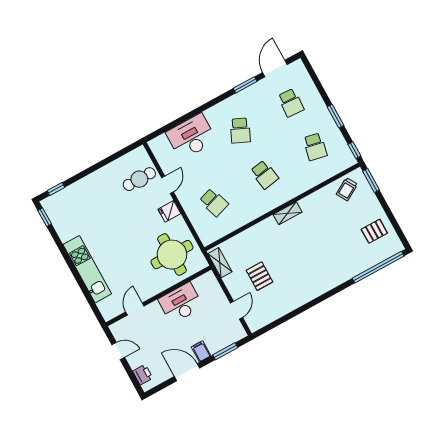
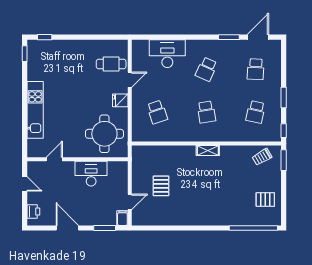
shelving: (220, 263) -> (137, 160), removed
filing cabinet: (201, 351) -> (122, 218), moved

